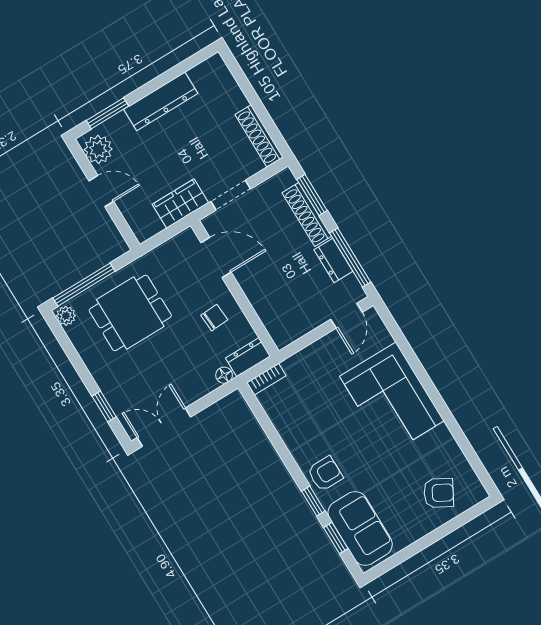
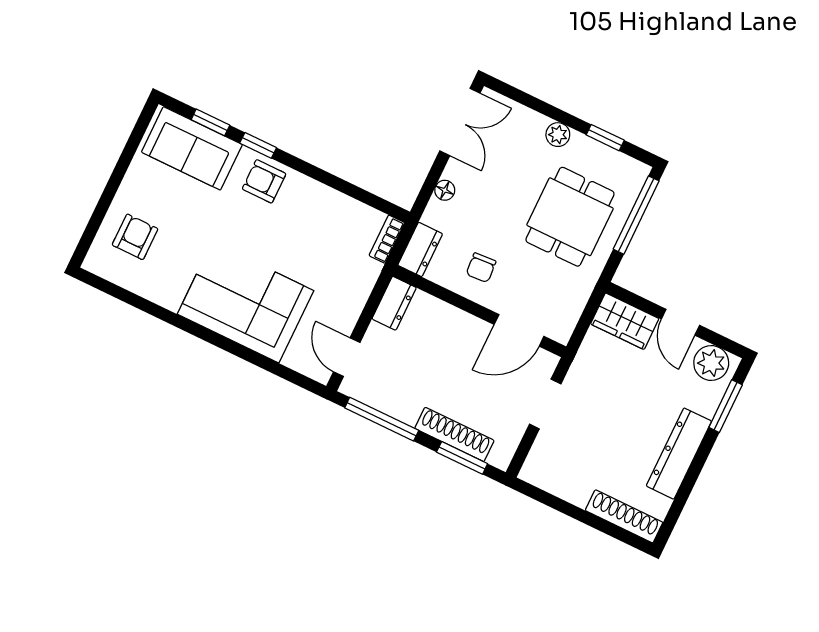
shoe rack: (259, 136) -> (624, 516), moved
door: (101, 191) -> (680, 322), hinge flipped
wardrobe: (180, 204) -> (625, 321), moved, turned 90
dresser: (333, 260) -> (394, 303), moved, turned 90
plant: (66, 316) -> (558, 135), moved
floor lamp: (224, 375) -> (445, 190), moved
window: (104, 406) -> (605, 138), moved
armchair: (325, 474) -> (264, 181), turned 90
armchair: (439, 493) -> (135, 237), turned 151

